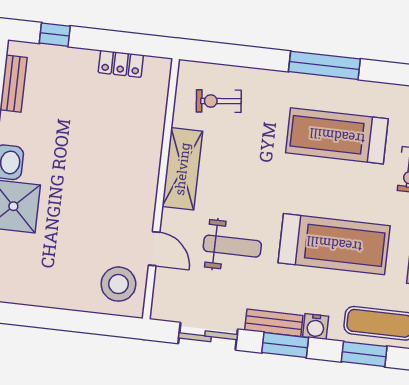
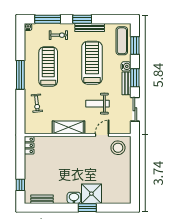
locker: (121, 64) -> (29, 145), moved
exercise bike: (219, 101) -> (37, 103), moved
treadmill: (337, 136) -> (48, 67), turned 180
weight bench: (232, 246) -> (97, 104), turned -90

